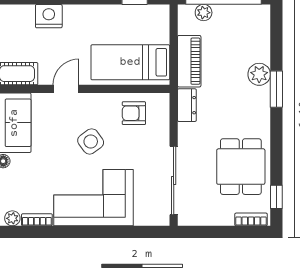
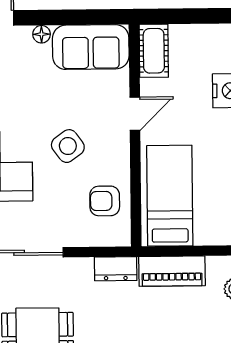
door: (66, 89) -> (135, 114), hinge flipped
armchair: (134, 113) -> (105, 201), turned -90

